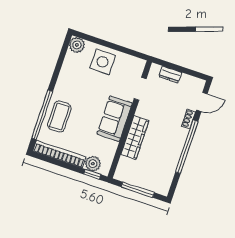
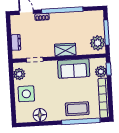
plant: (77, 45) -> (19, 74), moved
floor lamp: (70, 68) -> (40, 115), added
sofa: (115, 119) -> (74, 68), moved
wardrobe: (135, 138) -> (65, 50), width x0.67
plant: (130, 174) -> (98, 43), added

